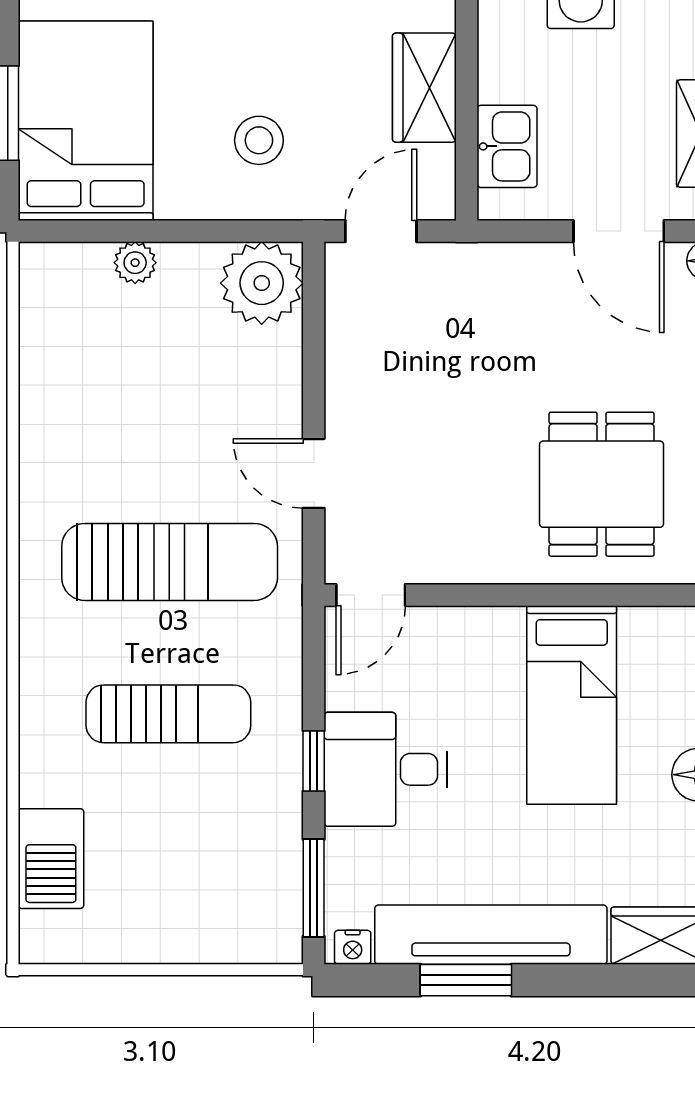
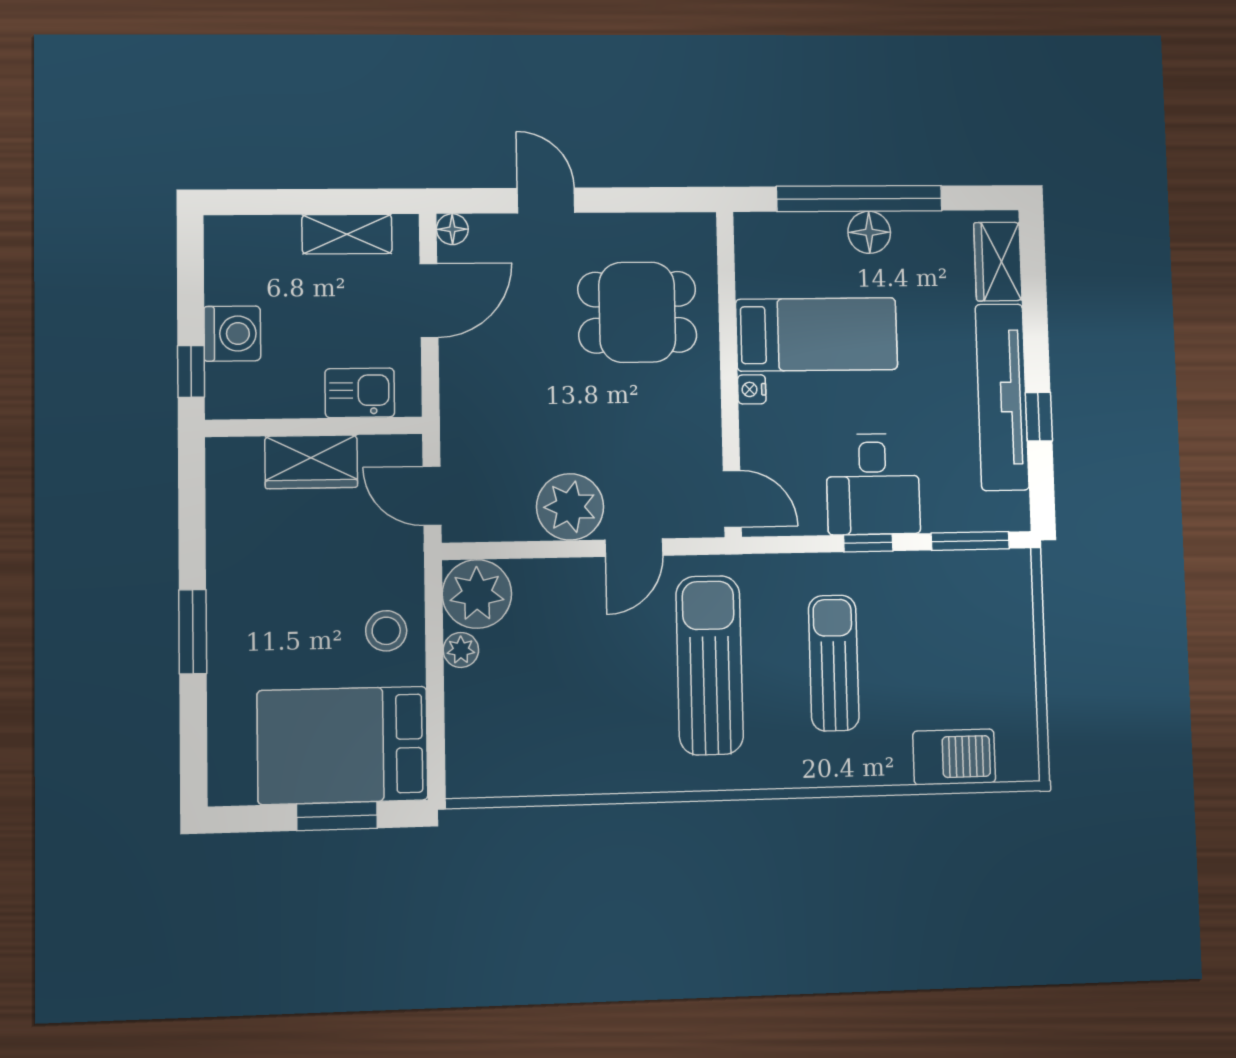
stool: (259, 140) -> (386, 631), moved
plant: (135, 263) -> (461, 650), moved
plant: (365, 397) -> (570, 507), added
nightstand: (353, 947) -> (752, 389), moved, turned 180
window: (466, 980) -> (1039, 417), width x0.67

